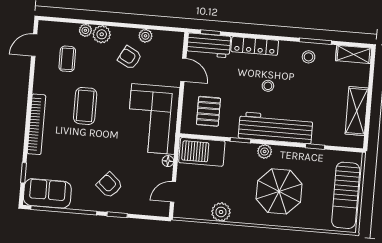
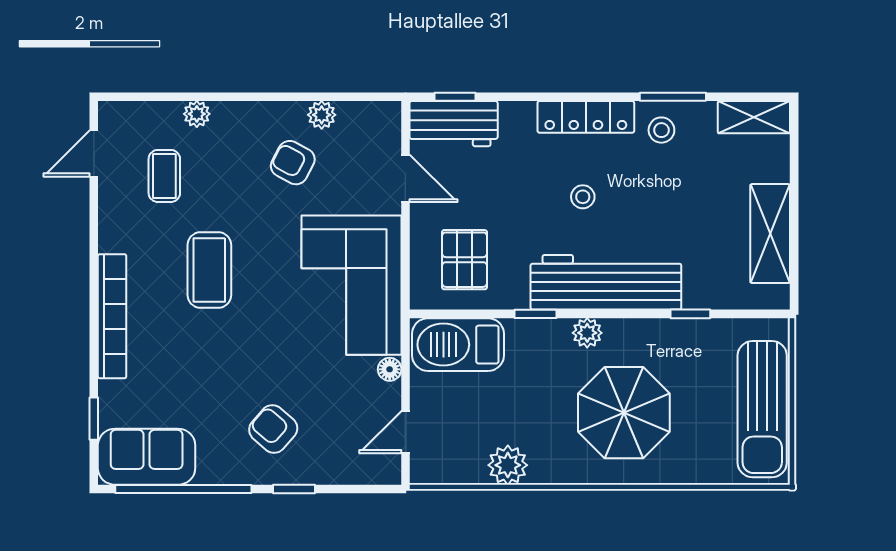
plant: (102, 34) -> (231, 119), removed
locker: (255, 46) -> (586, 117), moved

